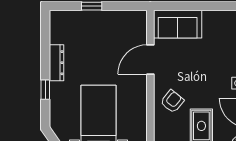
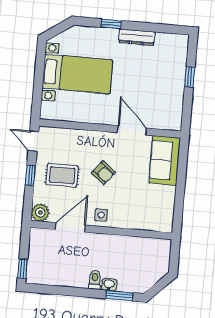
armchair: (172, 101) -> (103, 173), moved

